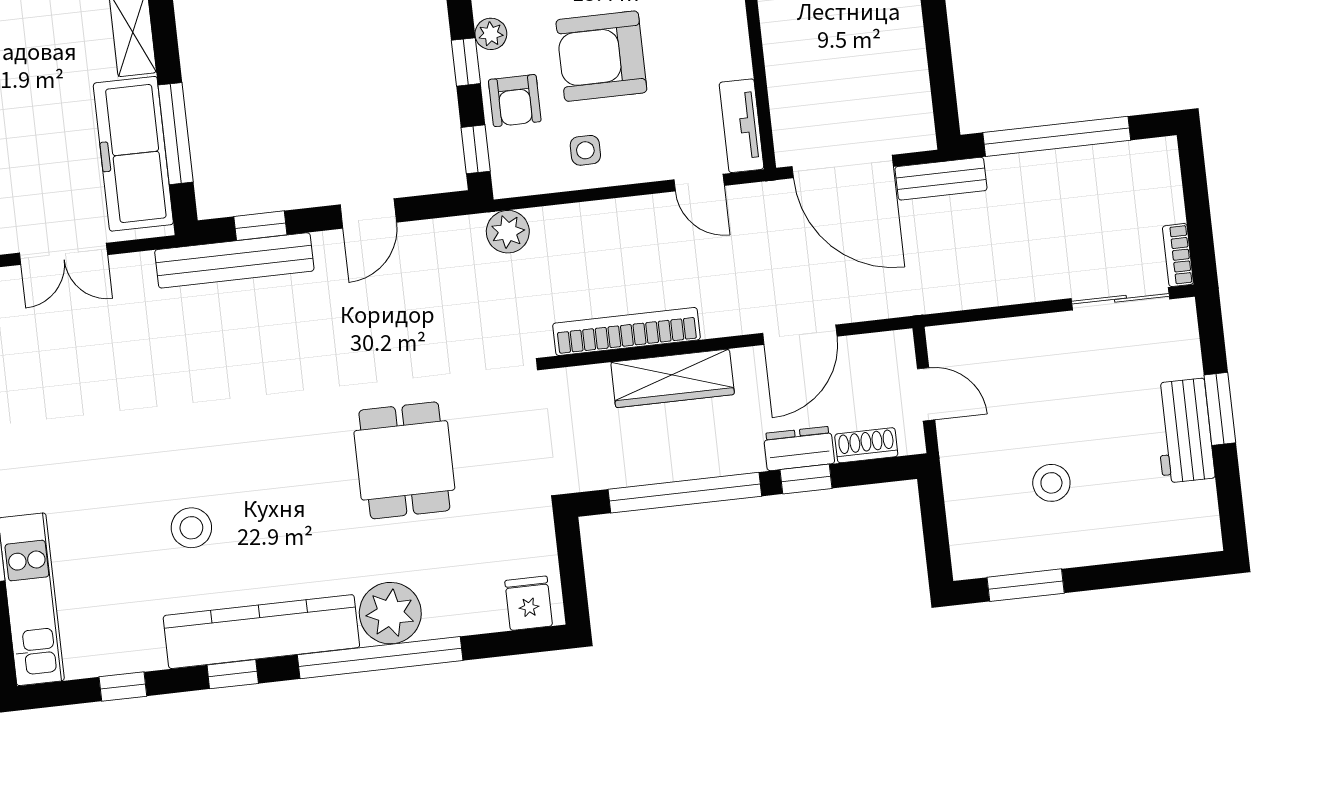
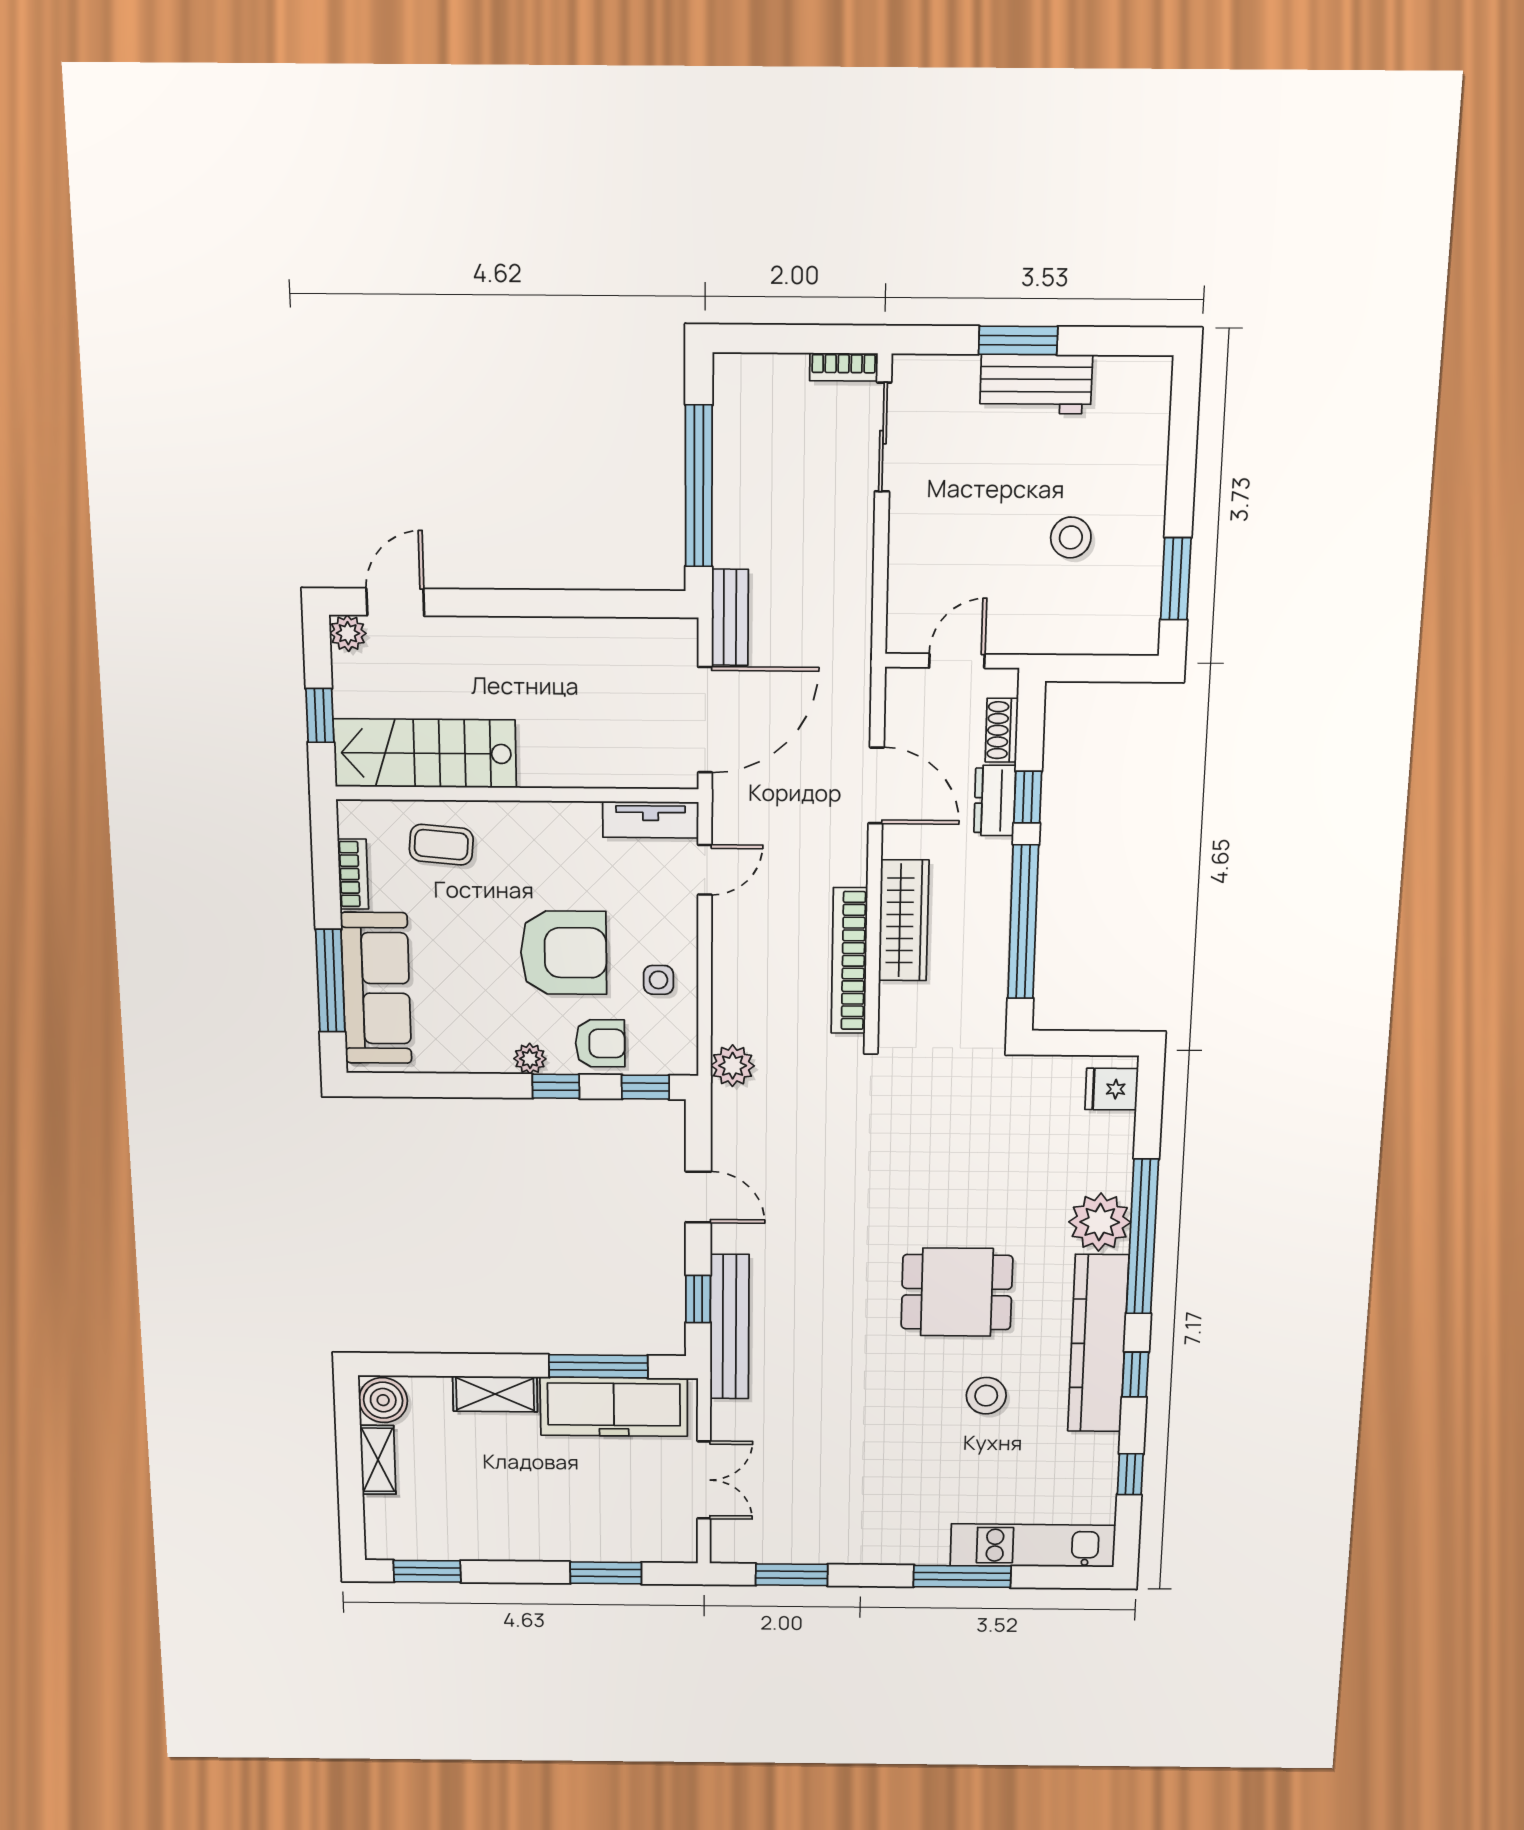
armchair: (601, 56) -> (564, 953), turned -90
dining table: (404, 460) -> (957, 1292), moved

